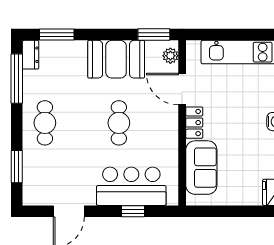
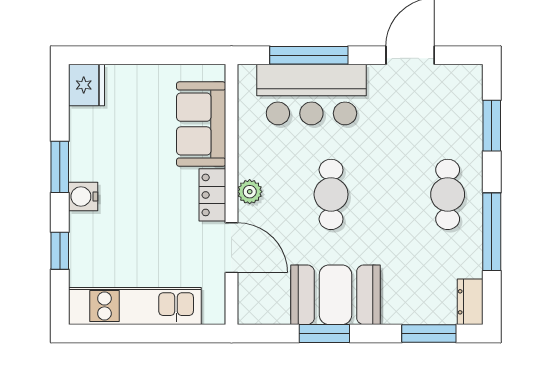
window: (154, 35) -> (324, 334), moved
plant: (170, 56) -> (250, 192), moved
window: (17, 79) -> (492, 232), moved
window: (133, 211) -> (309, 55), width x2.17

